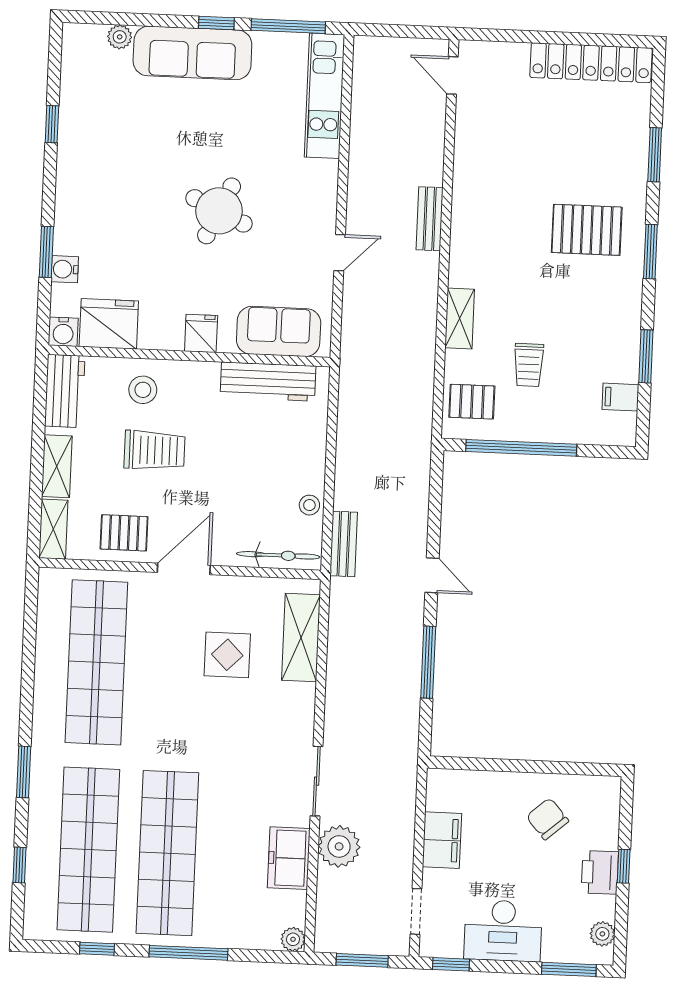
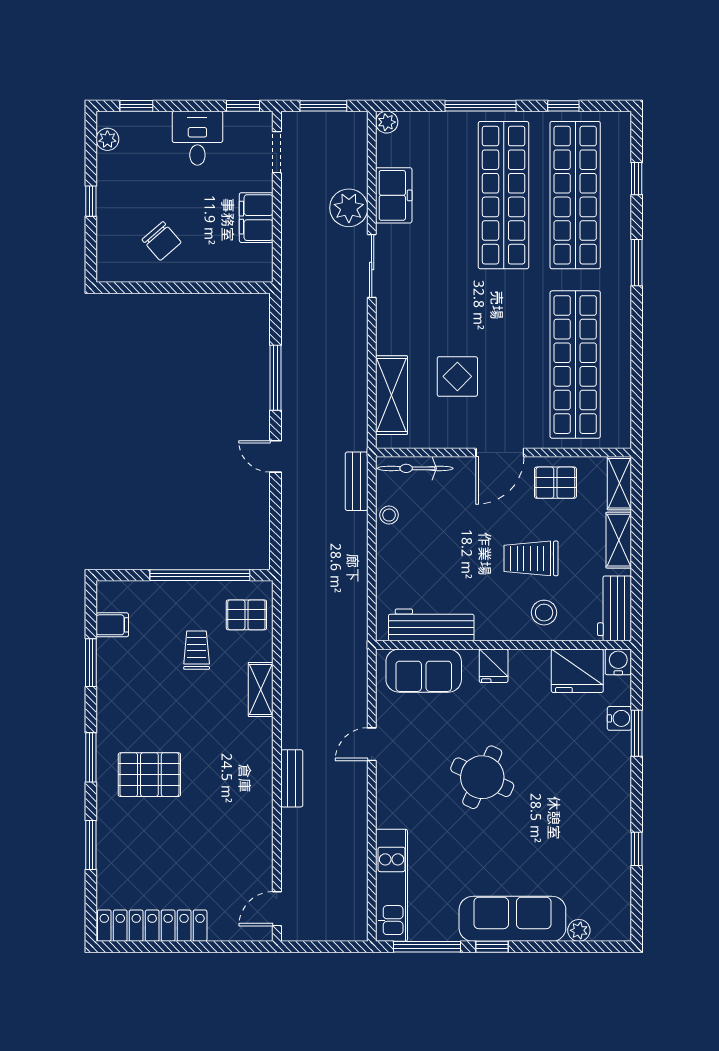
door: (452, 75) -> (277, 909), swing flipped
printer: (600, 872) -> (112, 195), removed
desk: (503, 931) -> (197, 138), width x0.73
window: (569, 969) -> (136, 106), width x0.67

